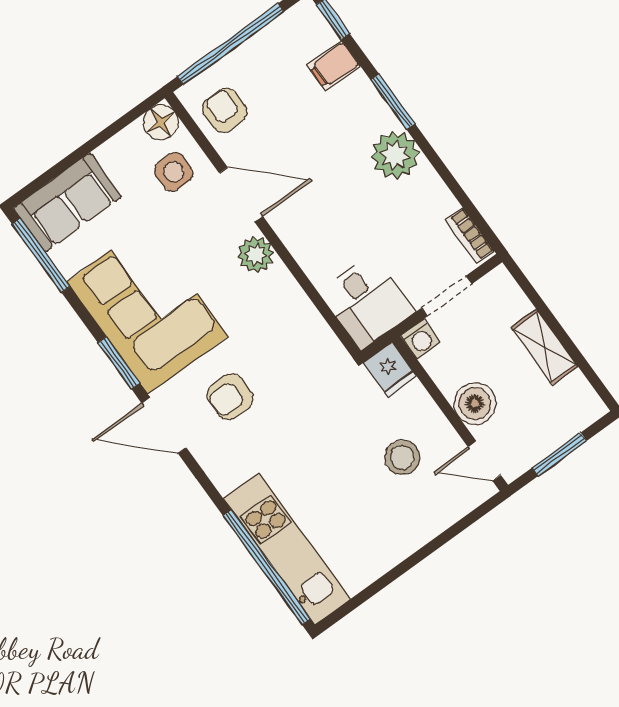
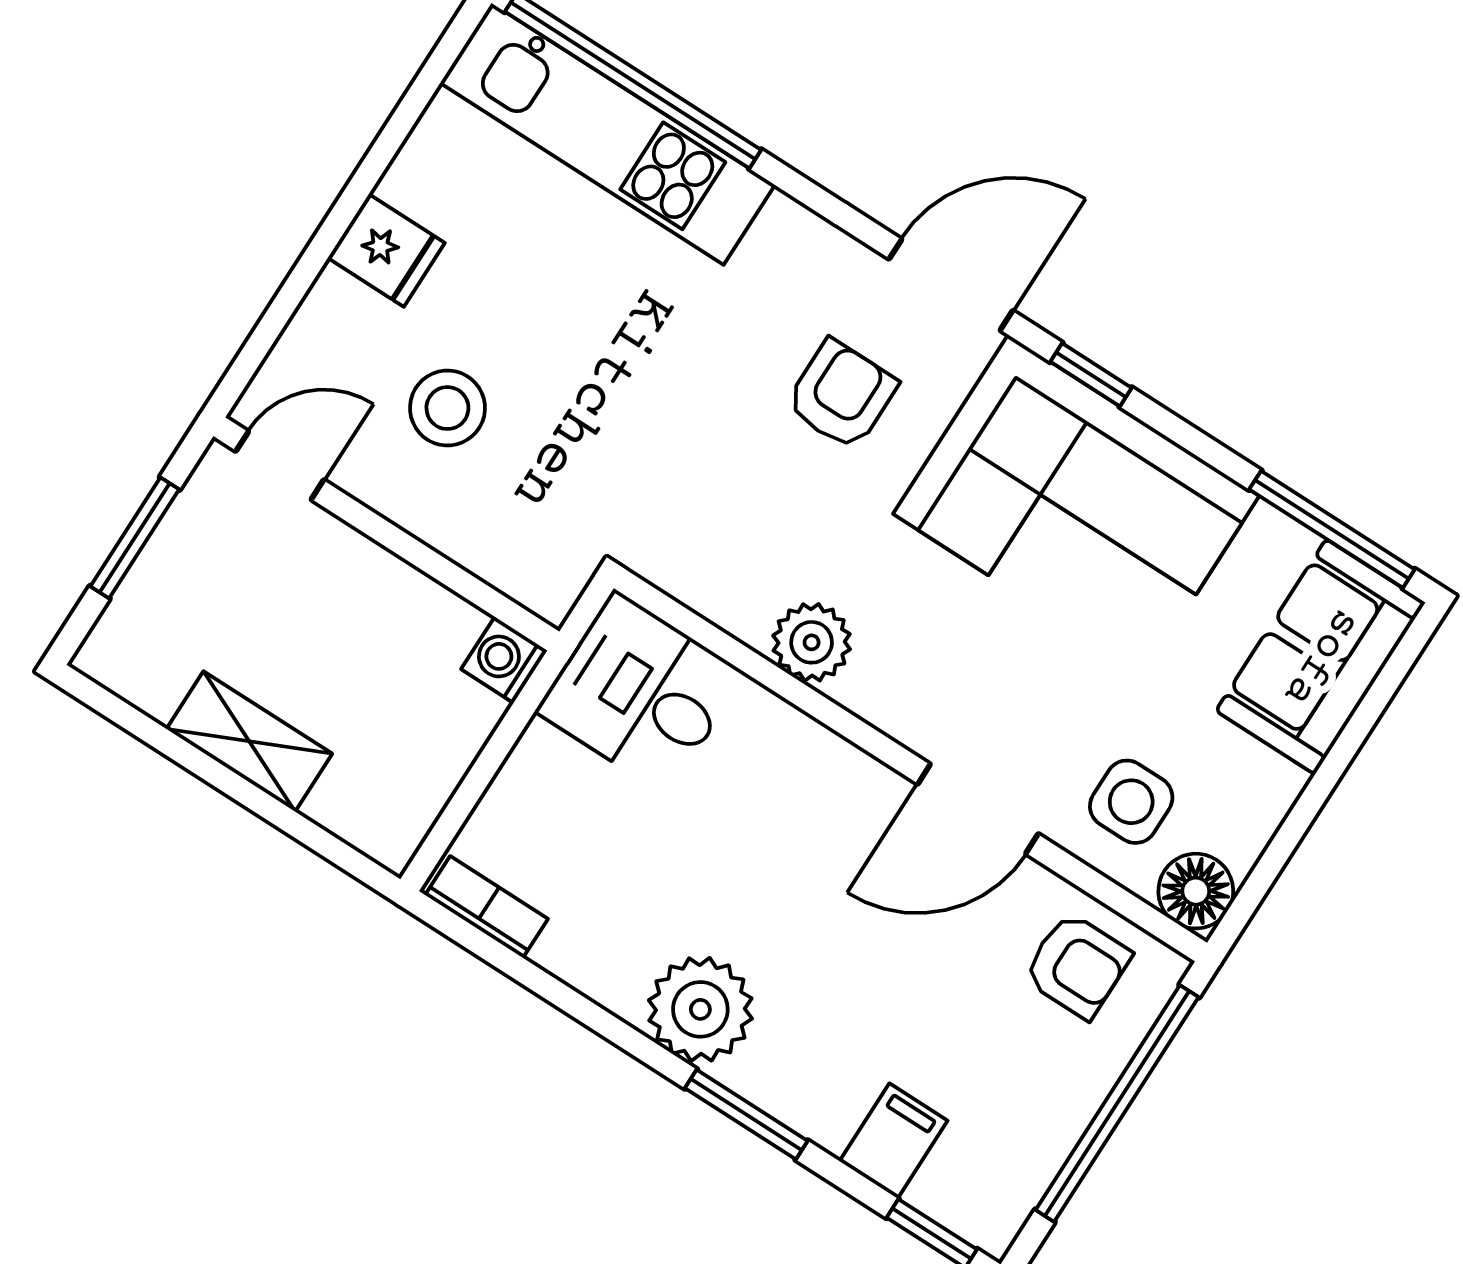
plant: (256, 255) -> (812, 642), moved
doorway: (447, 296) -> (485, 767), removed
window: (119, 363) -> (1091, 375), width x0.67
fridge: (390, 369) -> (386, 250), moved, turned 180
boiler: (475, 404) -> (344, 573), removed

